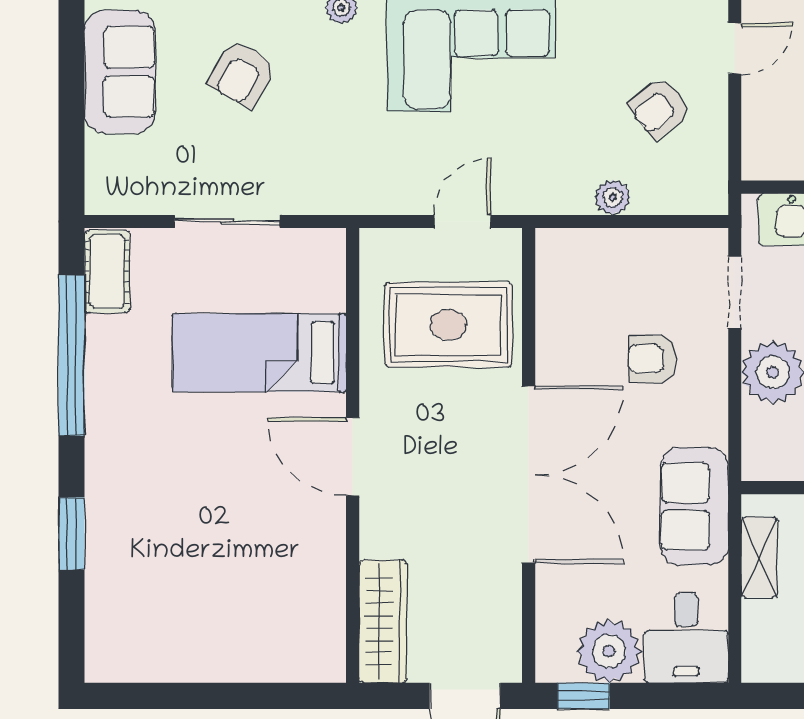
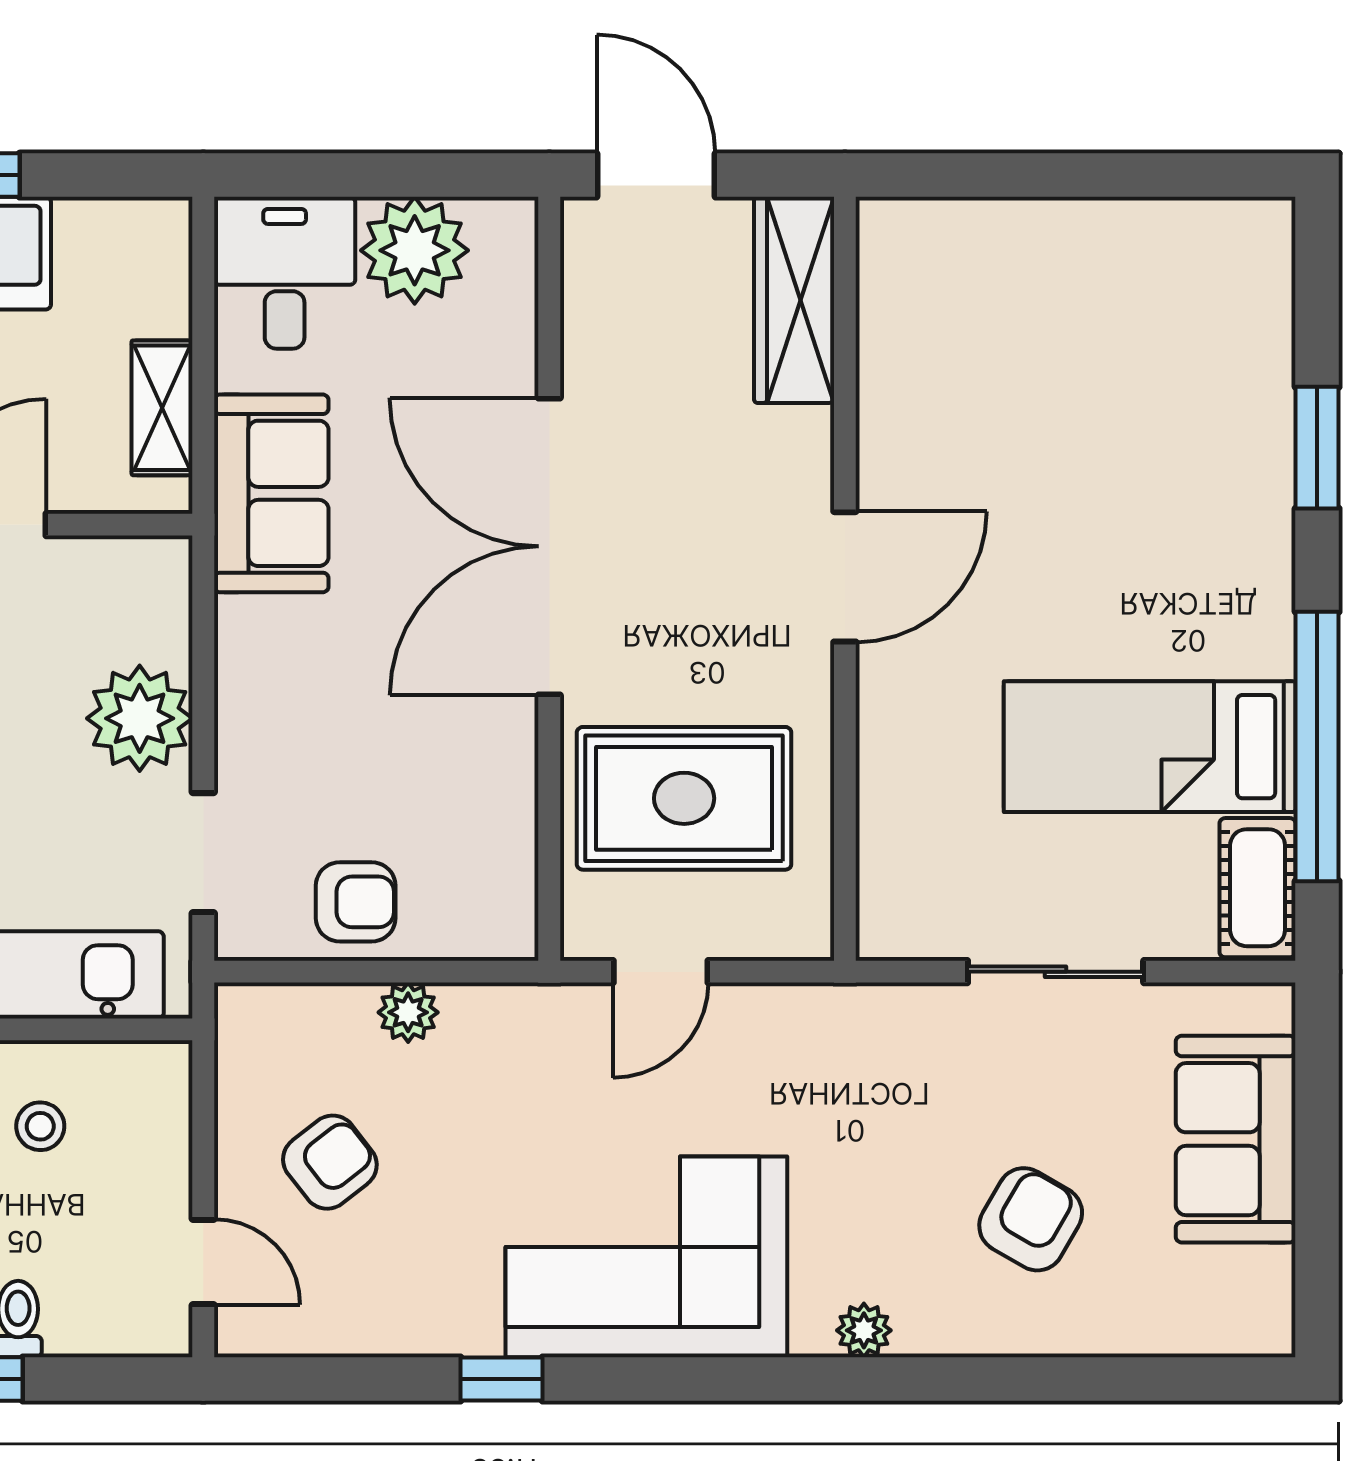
door: (735, 49) -> (203, 1262), swing flipped
sofa: (120, 72) -> (1236, 1139), moved
bed: (259, 353) -> (1150, 747), moved, turned 180
armchair: (653, 359) -> (356, 902), moved
door: (353, 457) -> (845, 577), hinge flipped
window: (584, 696) -> (457, 175), removed

